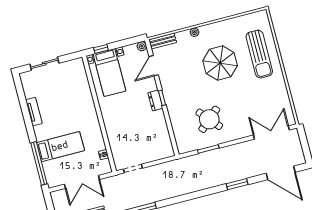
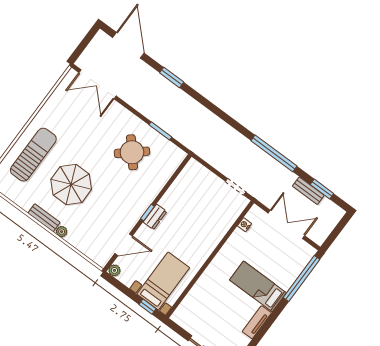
bench: (163, 41) -> (44, 218), moved
bed: (60, 147) -> (258, 286), moved

